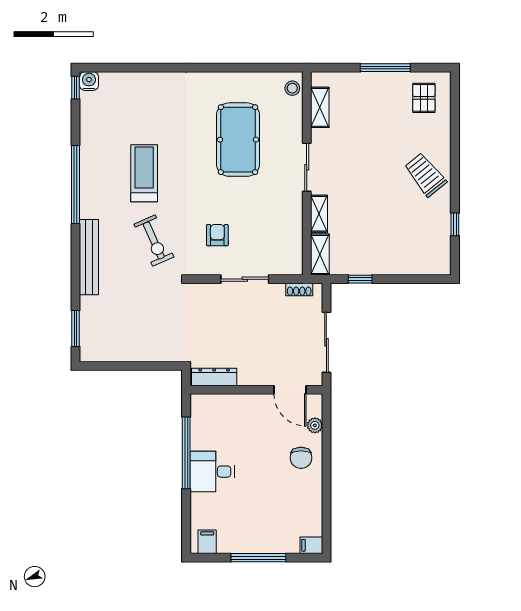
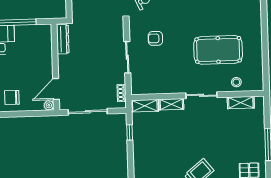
stool: (292, 88) -> (236, 82), moved
armchair: (217, 235) -> (155, 38), turned 180
plant: (315, 425) -> (49, 105), moved

